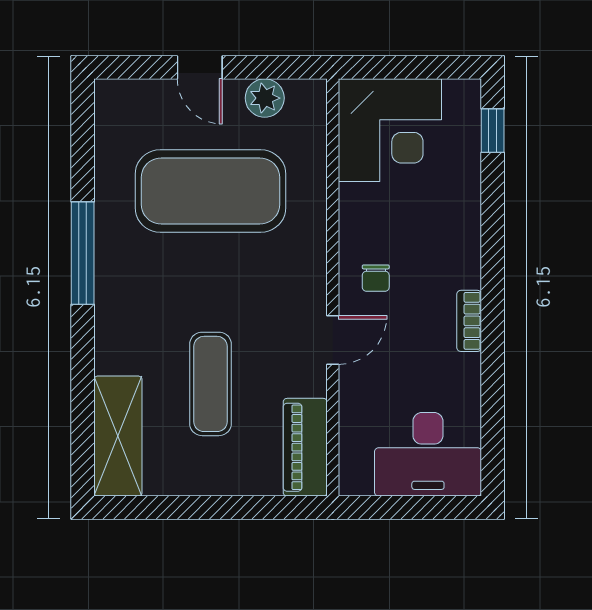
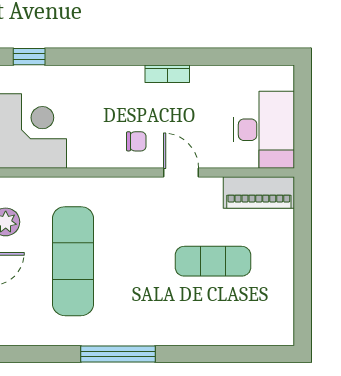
exercise mat: (210, 191) -> (73, 261), width x0.68
shelving: (118, 436) -> (251, 328), removed
desk: (428, 454) -> (264, 130), moved

